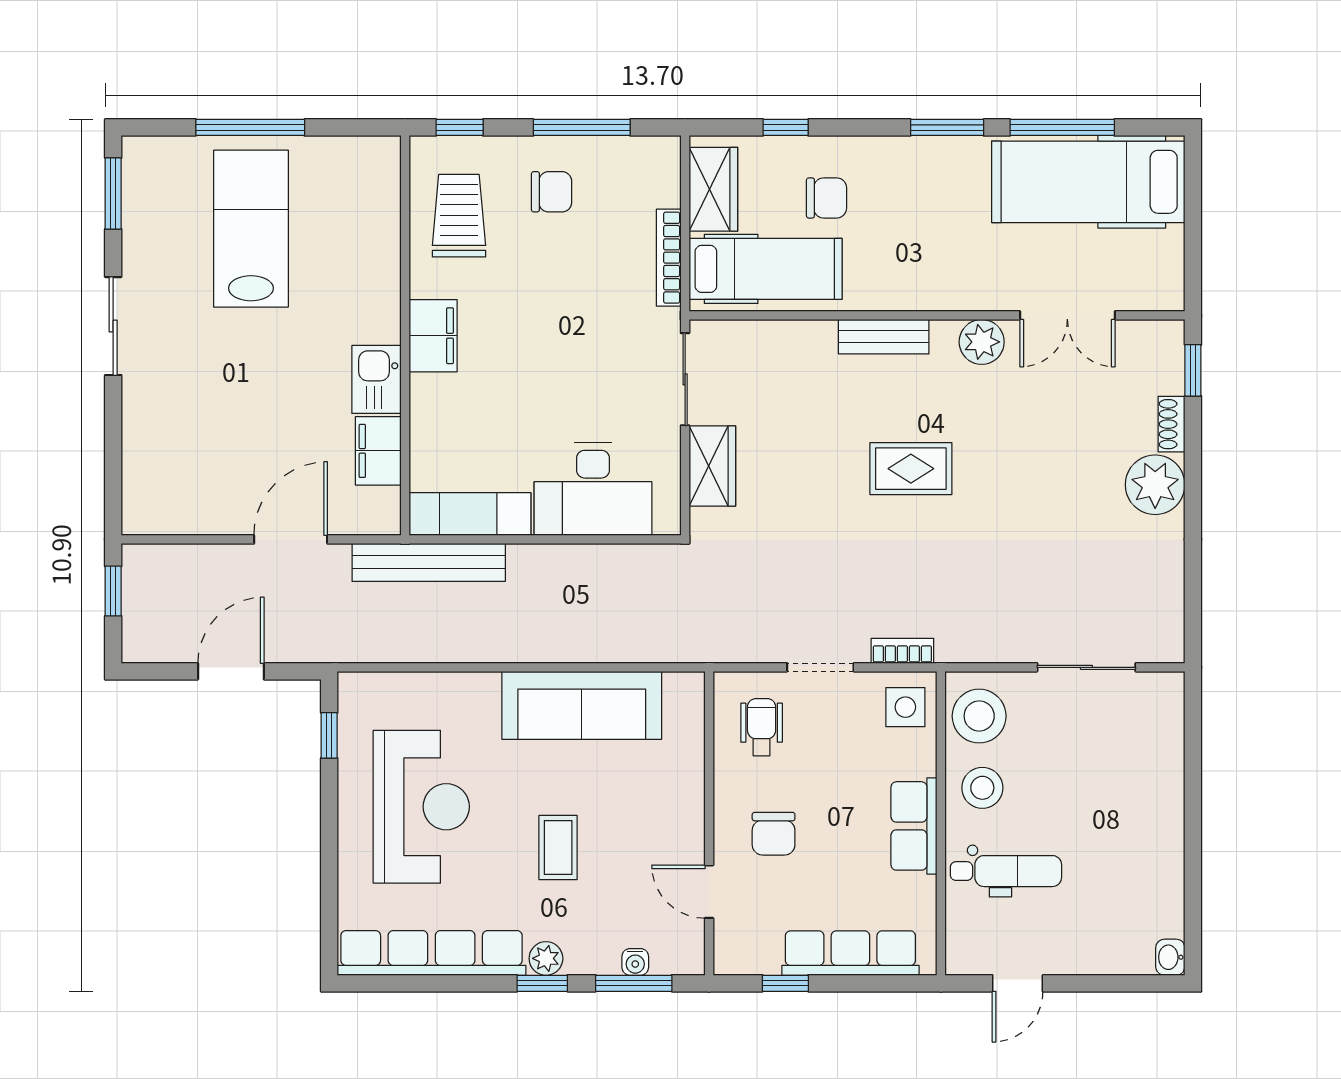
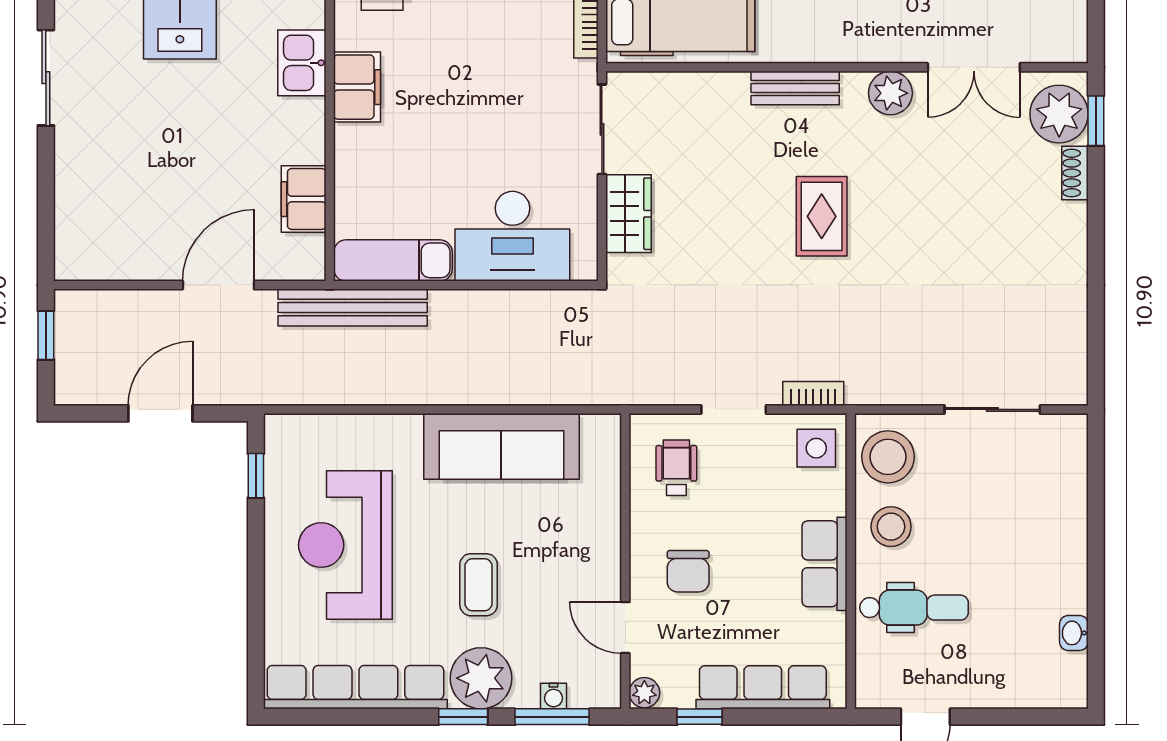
kitchen sink: (376, 379) -> (302, 63), moved
rug: (911, 469) -> (822, 216), turned 90
plant: (1155, 485) -> (1059, 114), moved
reception desk: (421, 807) -> (345, 545), turned 180
washbasin: (1170, 957) -> (1074, 633), moved
plant: (546, 958) -> (481, 678), width x1.88, depth x1.88
plant: (729, 959) -> (644, 693), added

